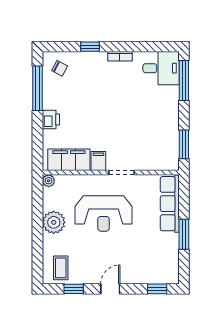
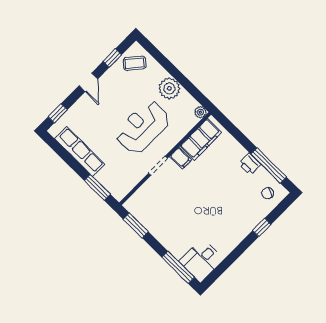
bookcase: (120, 56) -> (236, 241), removed
printer: (51, 120) -> (250, 164), moved
row of seats: (170, 204) -> (80, 152), moved
window: (184, 234) -> (97, 187), moved
coffee table: (61, 268) -> (135, 63), turned -50

